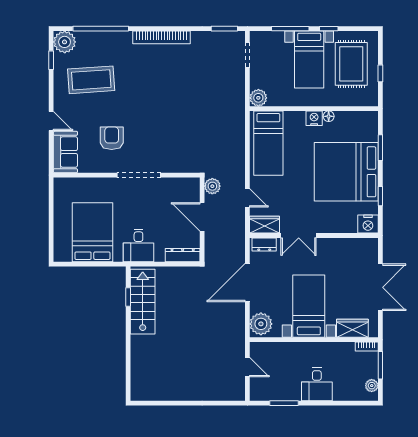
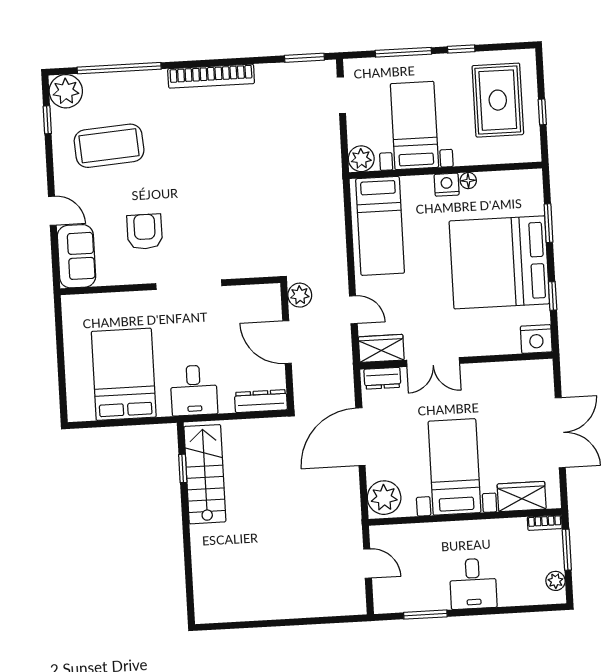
bed with nightstands: (309, 60) -> (414, 125), moved, turned 180

